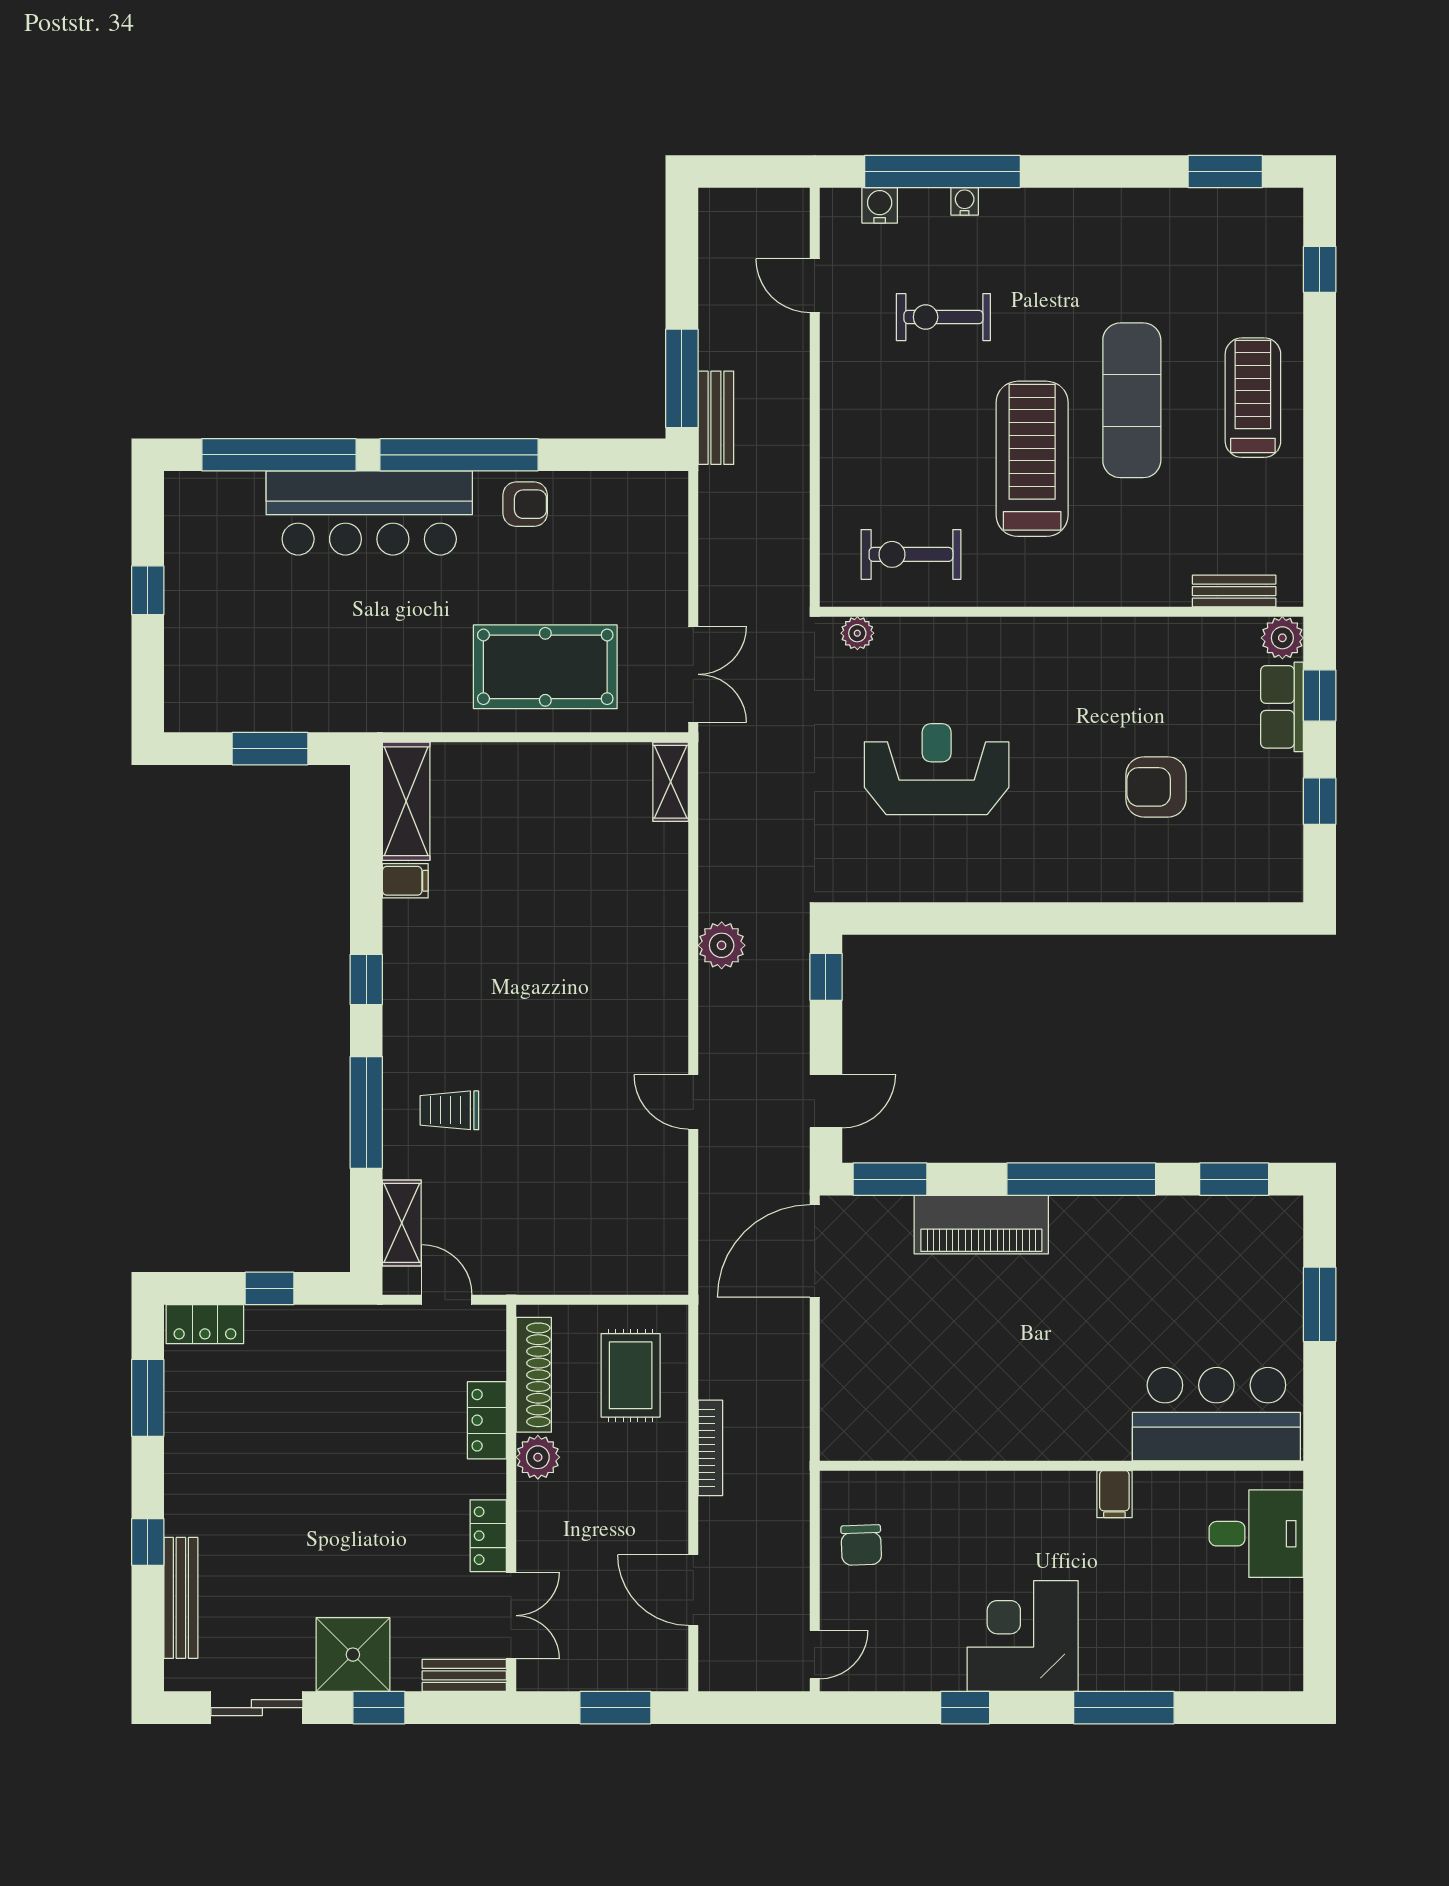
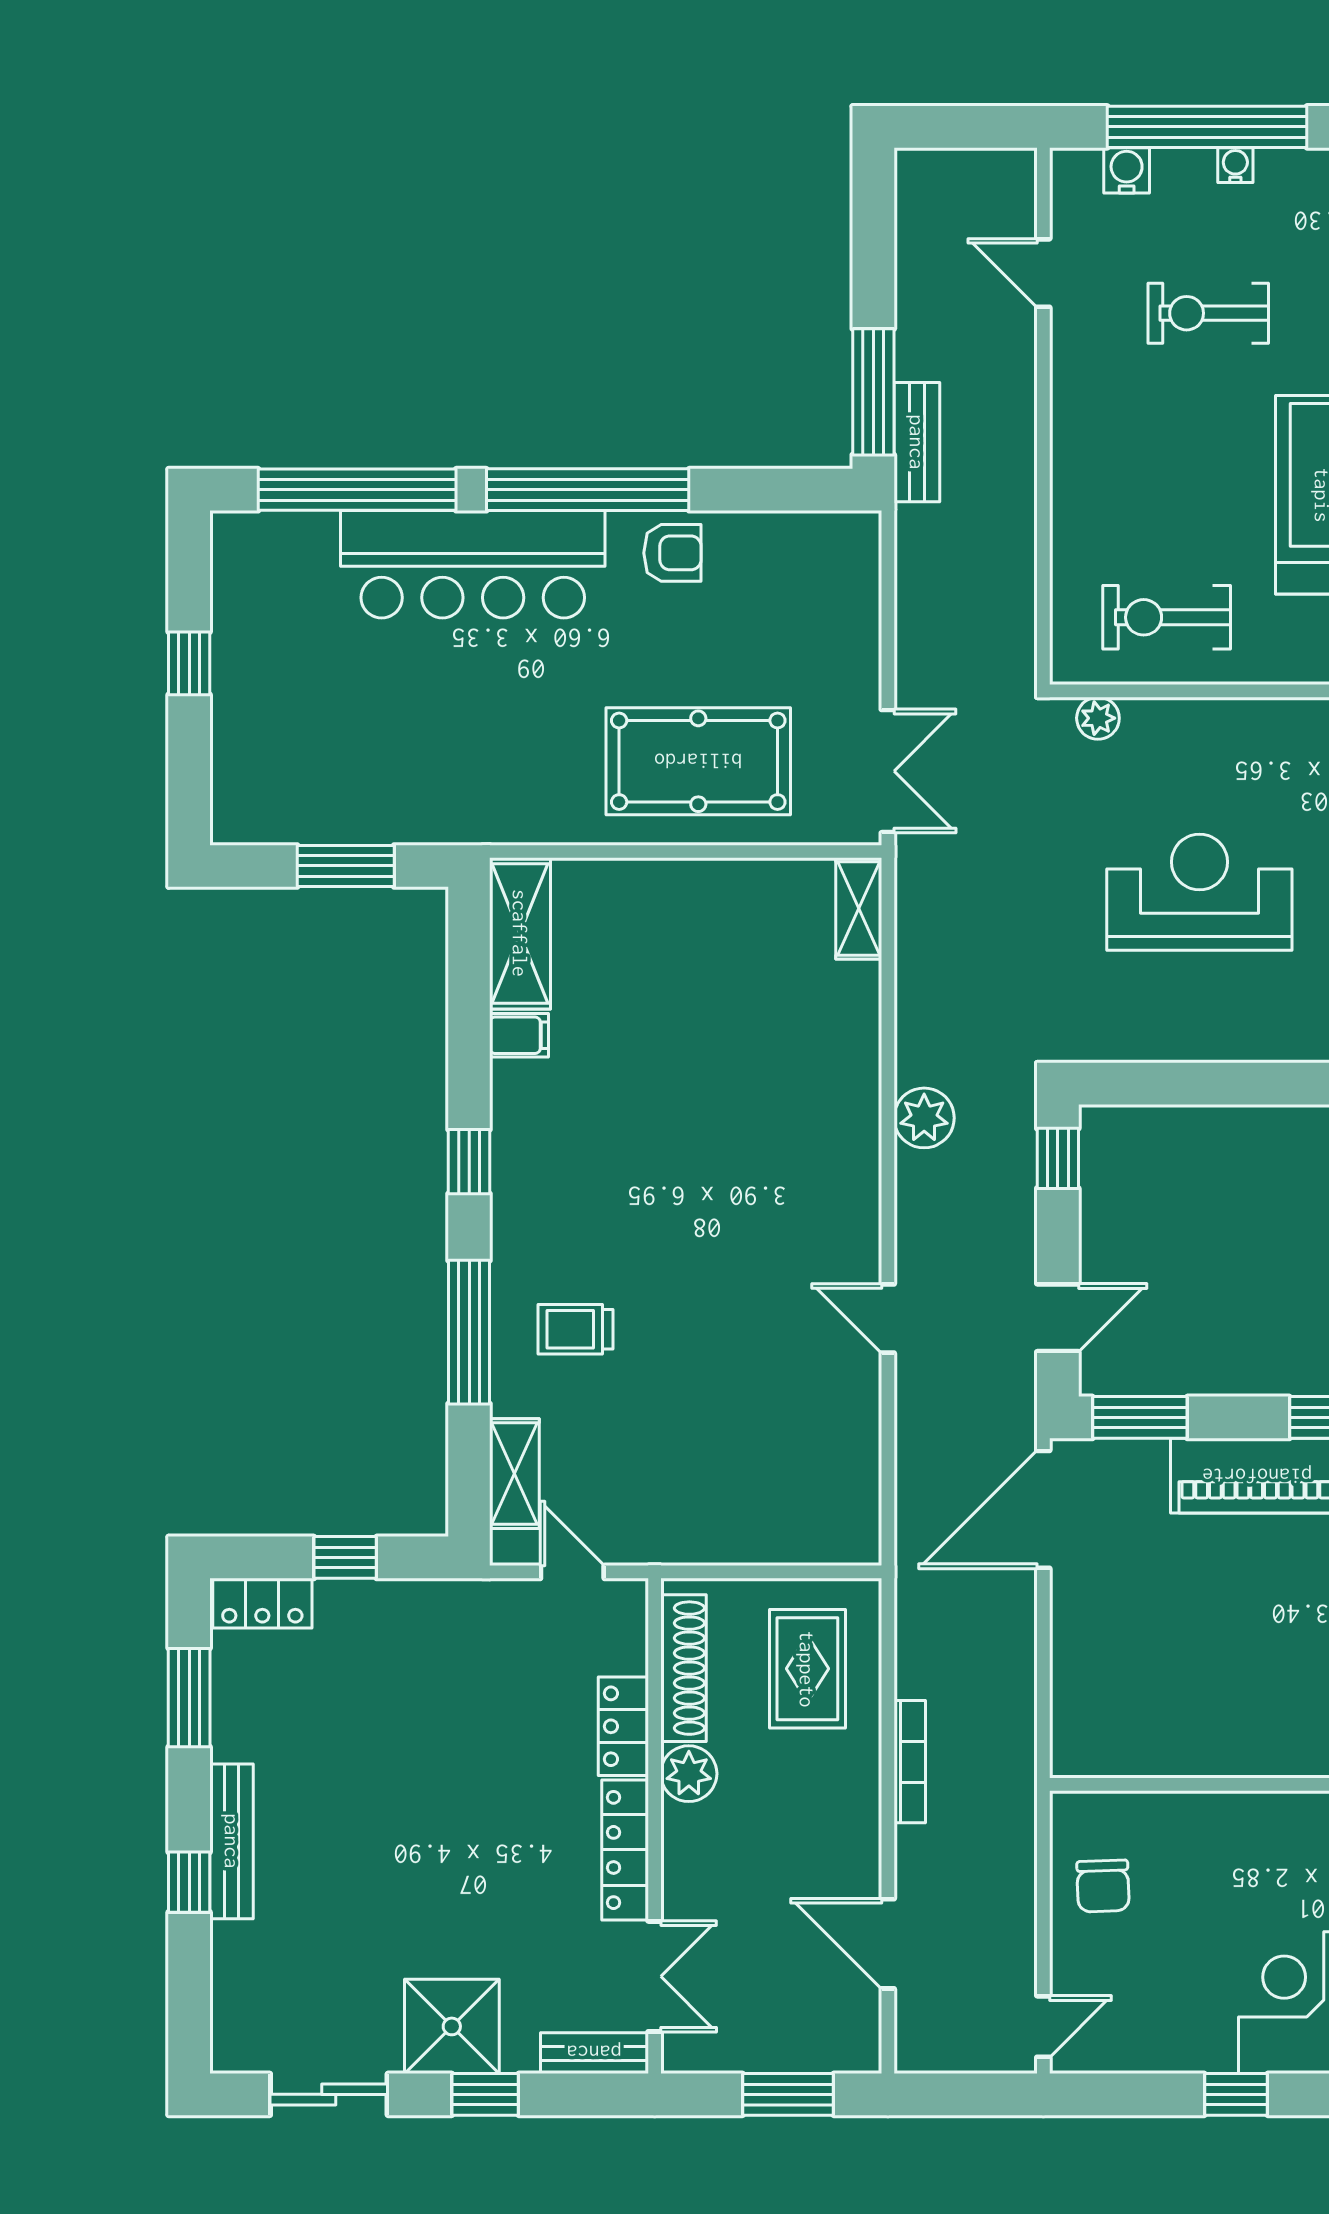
locker: (488, 1536) -> (625, 1850), width x1.53
bench: (181, 1598) -> (232, 1841), moved

